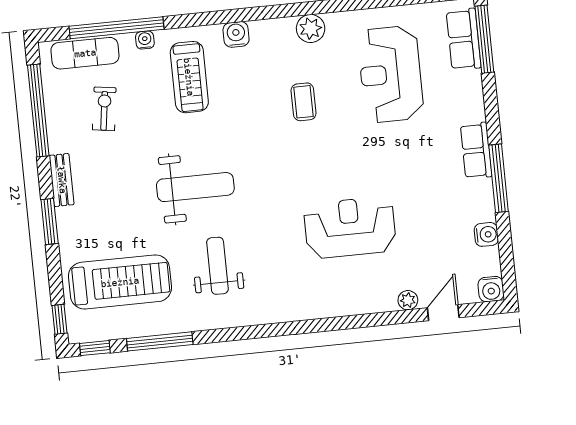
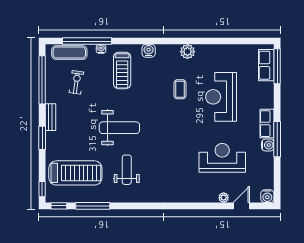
reception desk: (391, 74) -> (221, 97), moved
reception desk: (350, 228) -> (222, 158), moved
water cooler: (486, 234) -> (268, 145), moved

